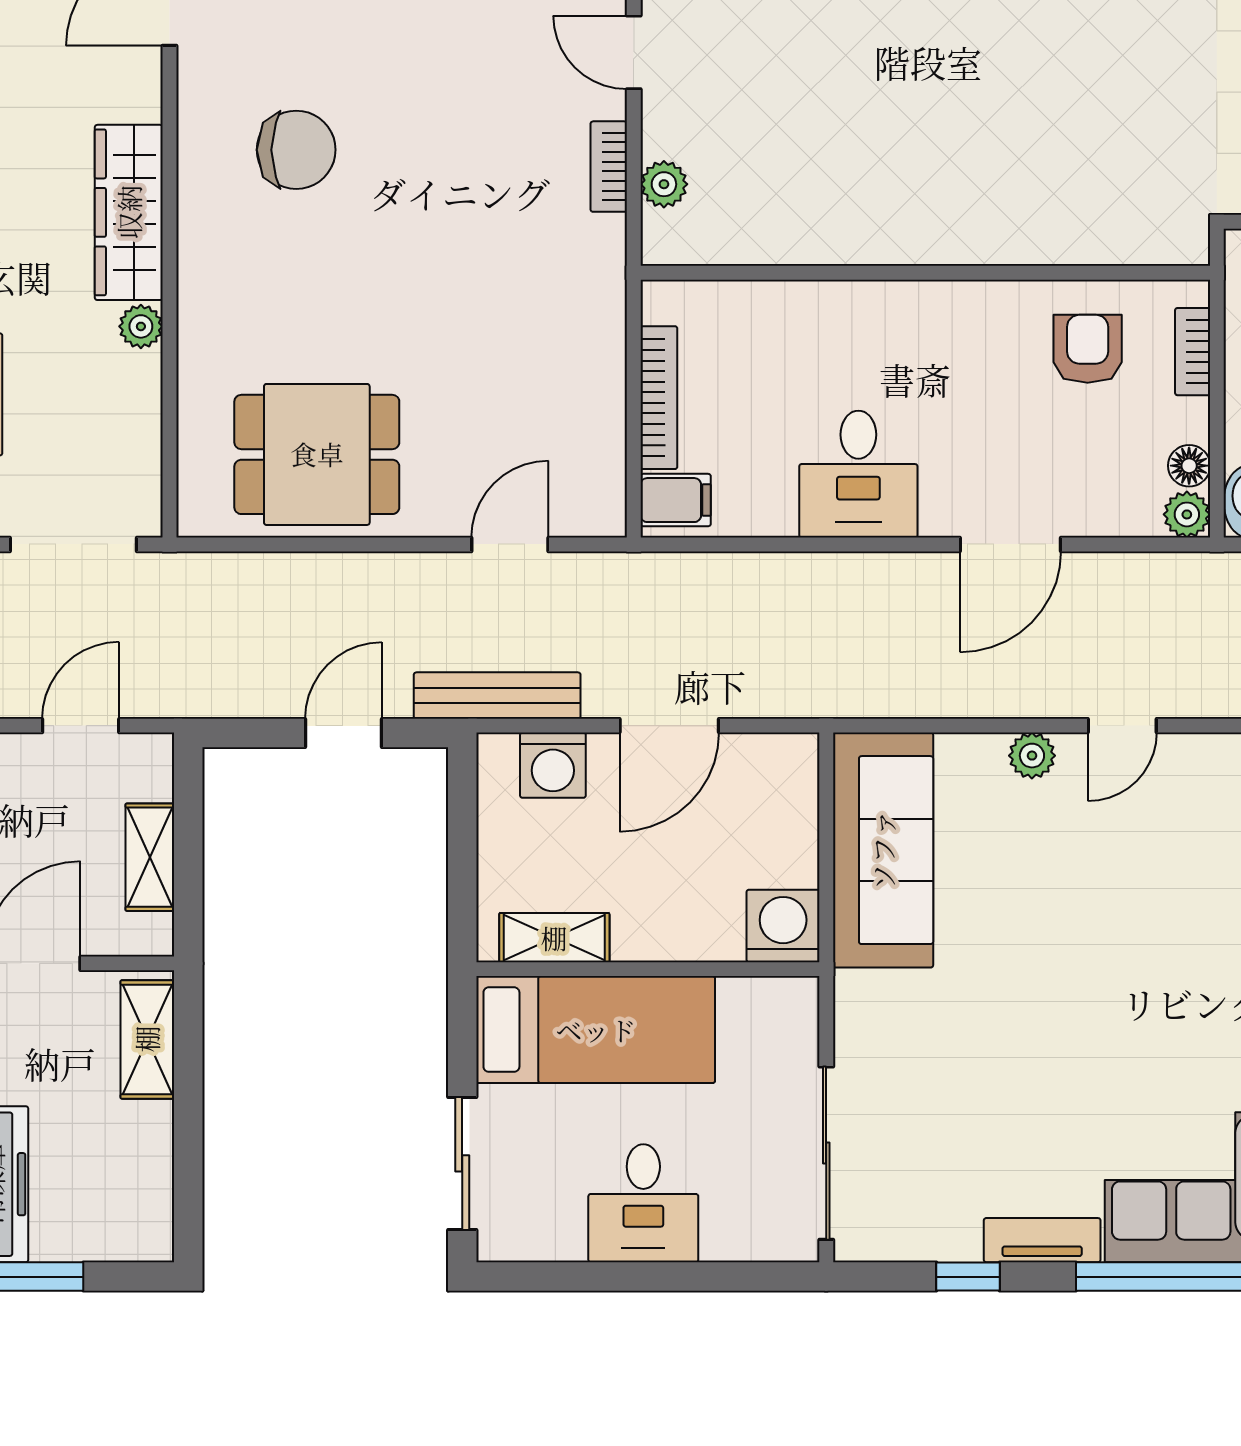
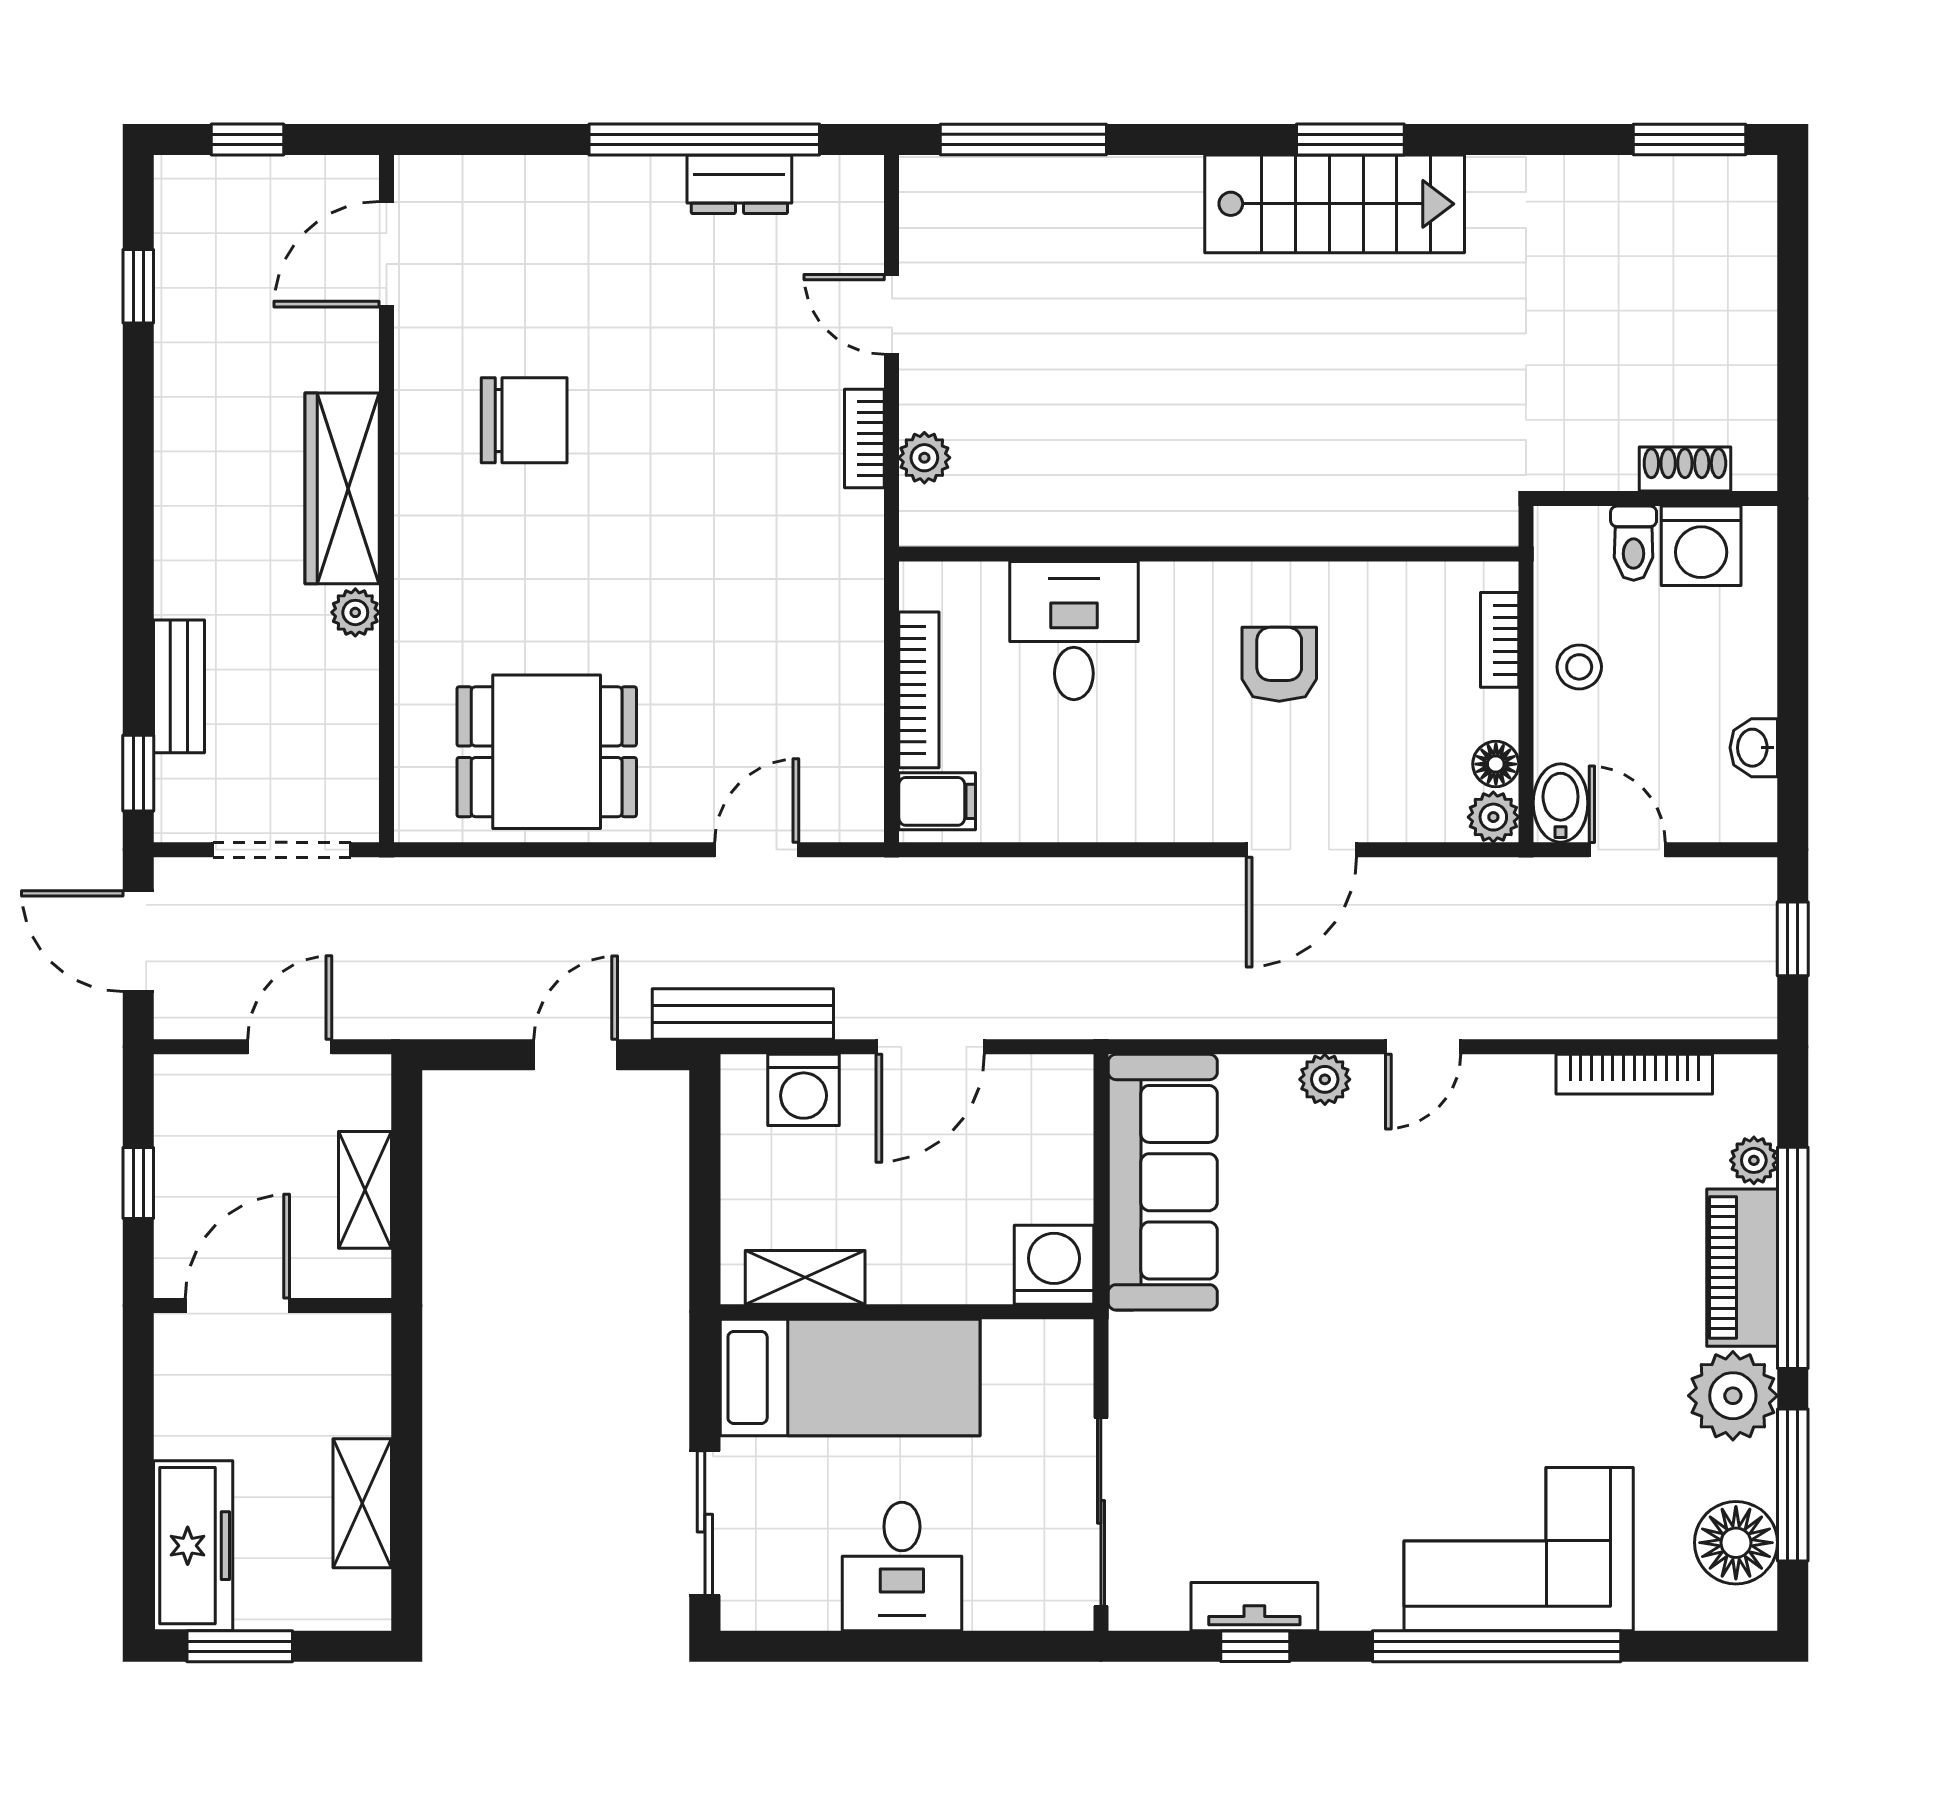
armchair: (1088, 349) -> (1279, 664), moved
desk: (858, 474) -> (1074, 631), moved, turned 180
shelving: (147, 1039) -> (362, 1503), moved
tv unit: (1042, 1240) -> (1254, 1607), moved

